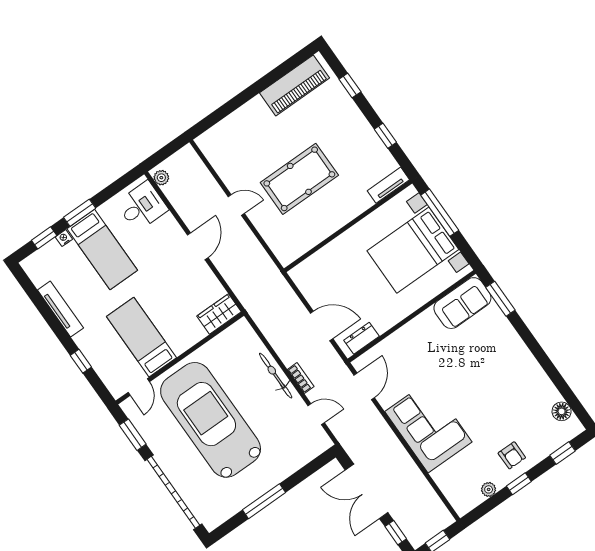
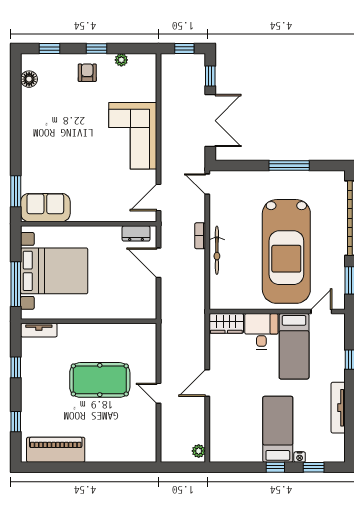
desk: (142, 206) -> (261, 331), moved, turned 90
window: (80, 213) -> (275, 467), width x0.67
door: (316, 414) -> (207, 184), moved

